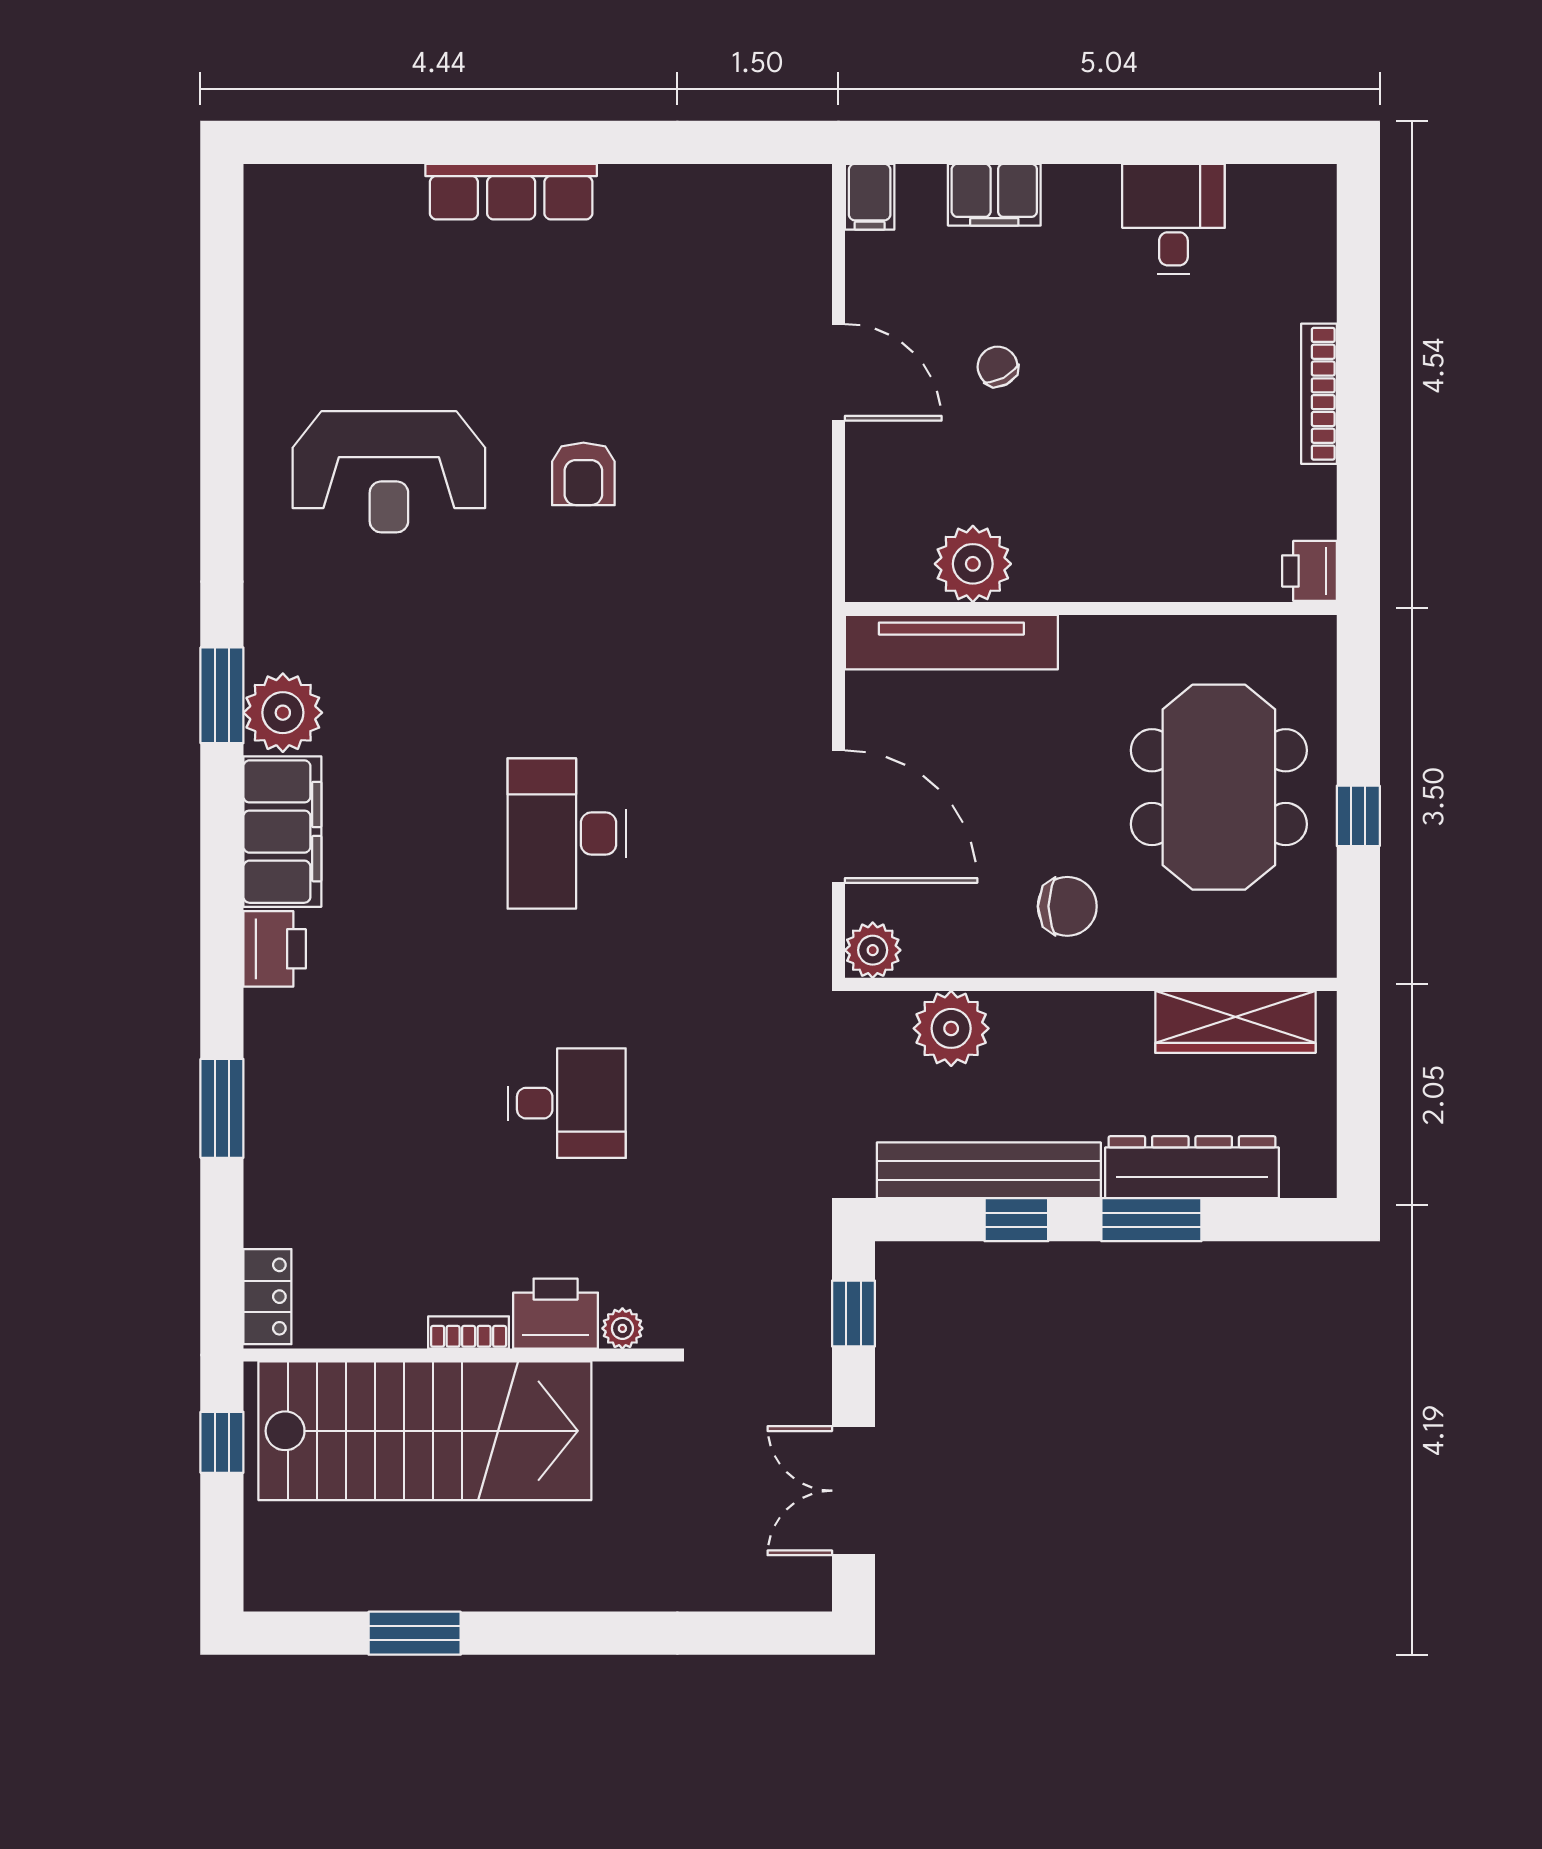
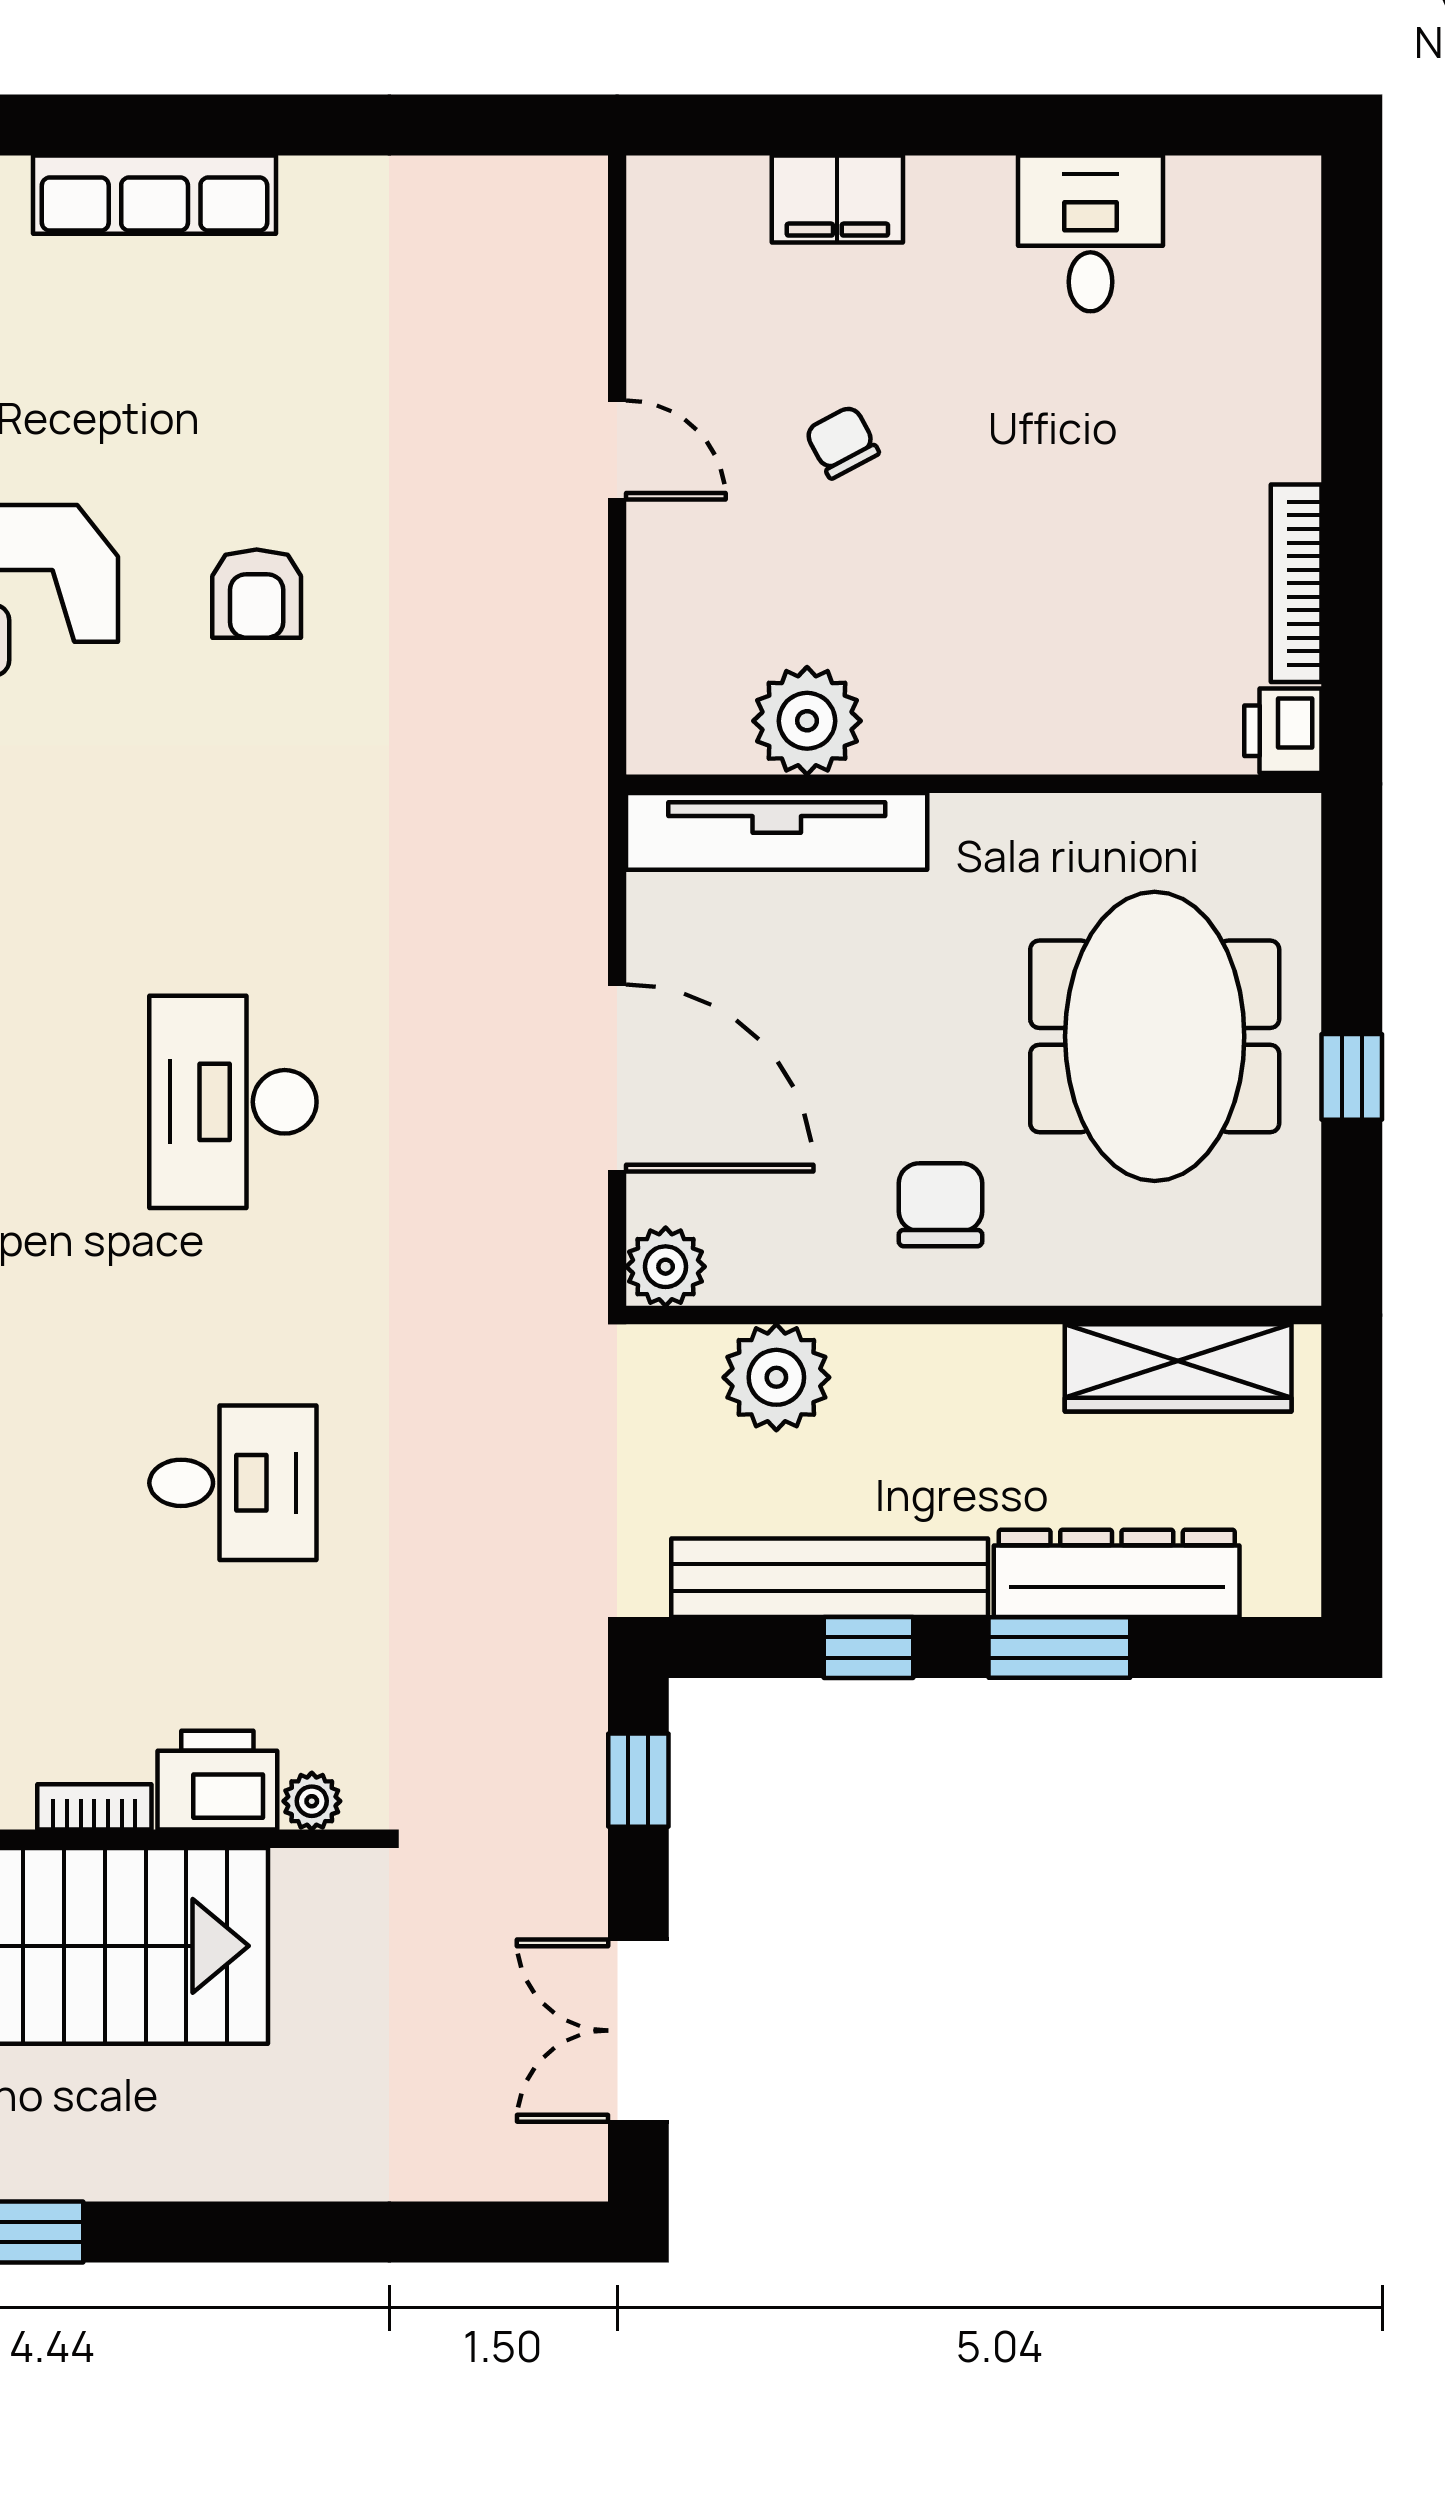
filing cabinet: (870, 197) -> (661, 202), removed
door: (838, 372) -> (617, 450), width x0.73
bookcase: (1319, 394) -> (1296, 583), moved
chair: (1067, 906) -> (940, 1205), turned -90

